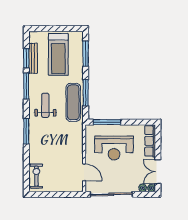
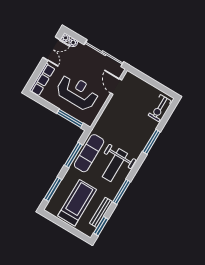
window: (26, 58) -> (101, 226), moved
weight bench: (45, 105) -> (115, 165), width x1.36, depth x1.33
window: (26, 131) -> (151, 142), moved

